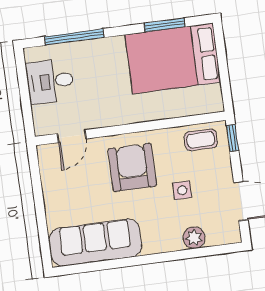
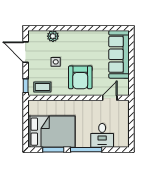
window: (74, 37) -> (86, 150), moved
desk: (50, 81) -> (102, 135), moved, turned 90
sofa: (95, 243) -> (119, 54), moved, turned 90

